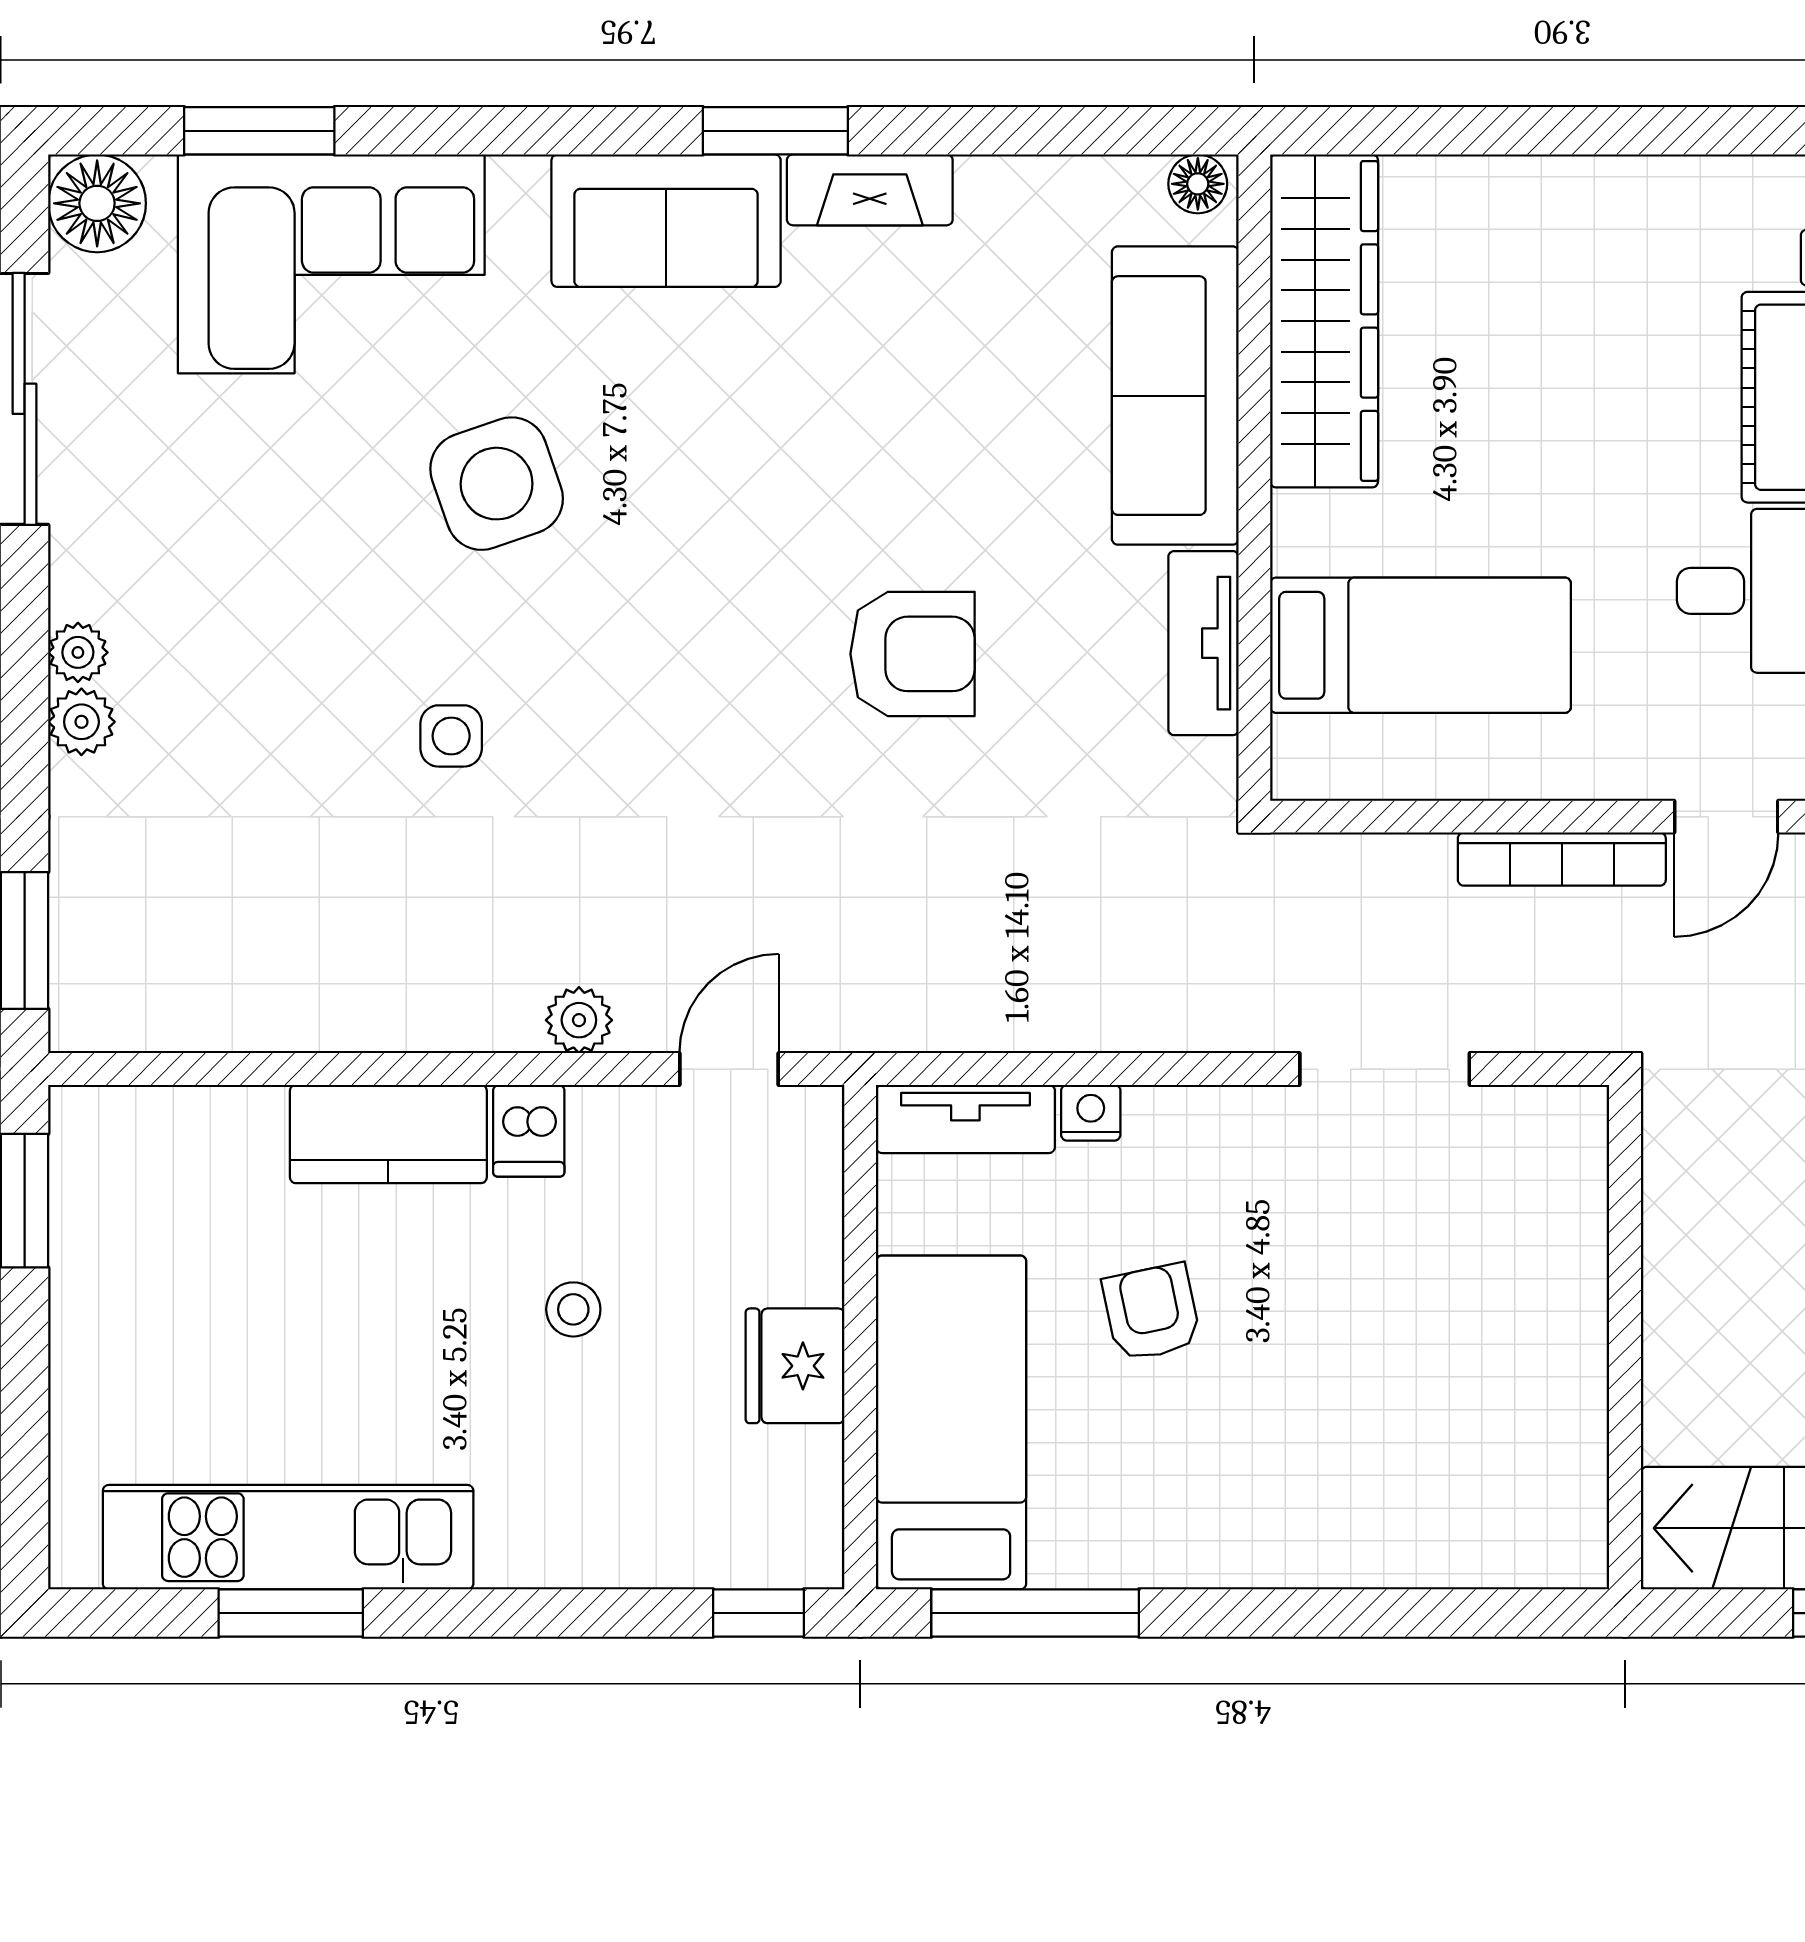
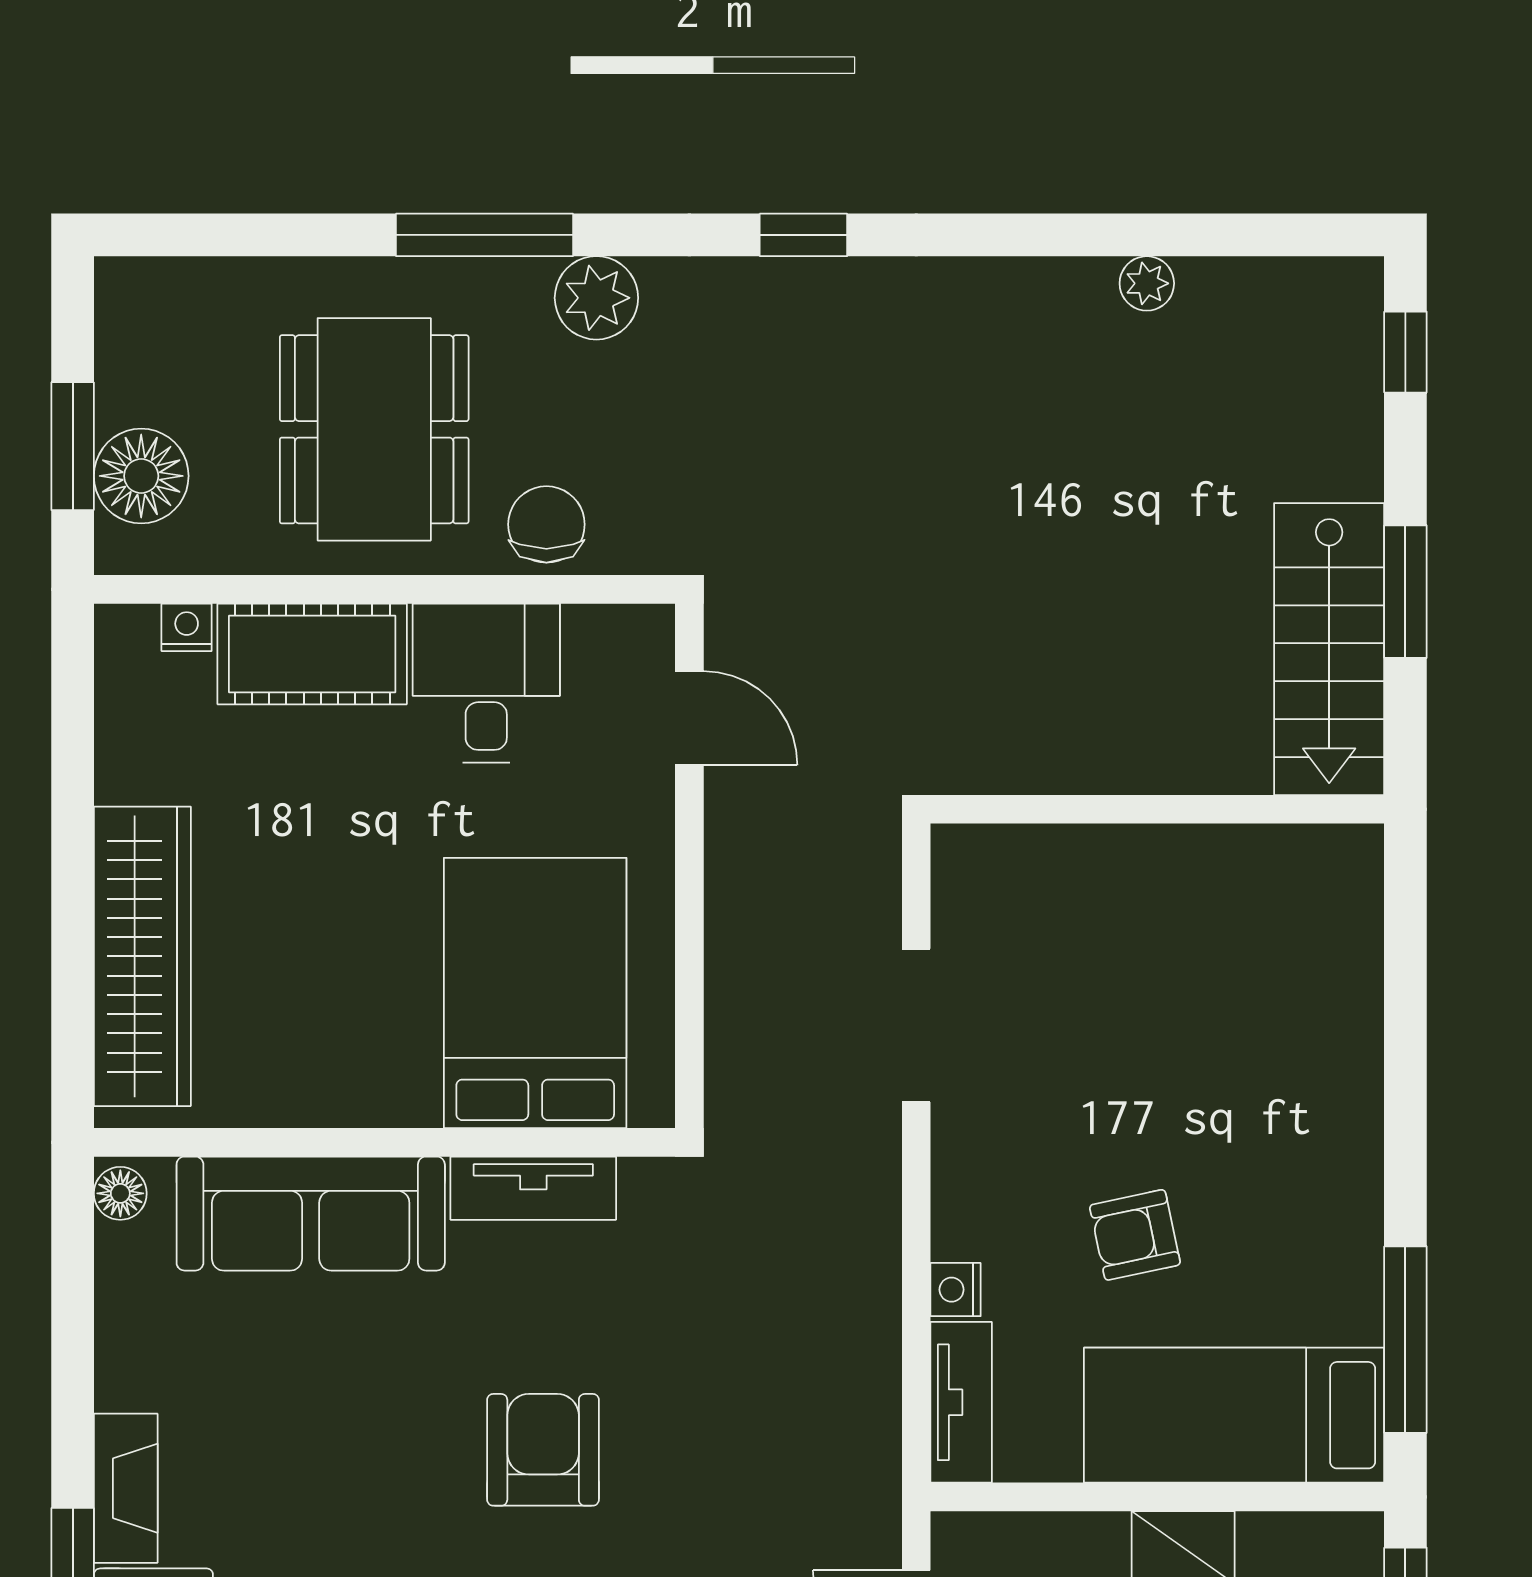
wardrobe: (1324, 321) -> (142, 956), moved, turned 90
bed: (1421, 645) -> (535, 993), width x1.50
bookcase: (1562, 859) -> (727, 866), removed

